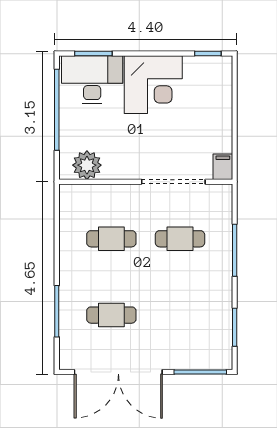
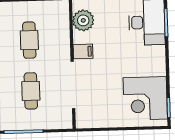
corner desk: (153, 85) -> (145, 98), moved
filing cabinet: (223, 167) -> (83, 51), moved

